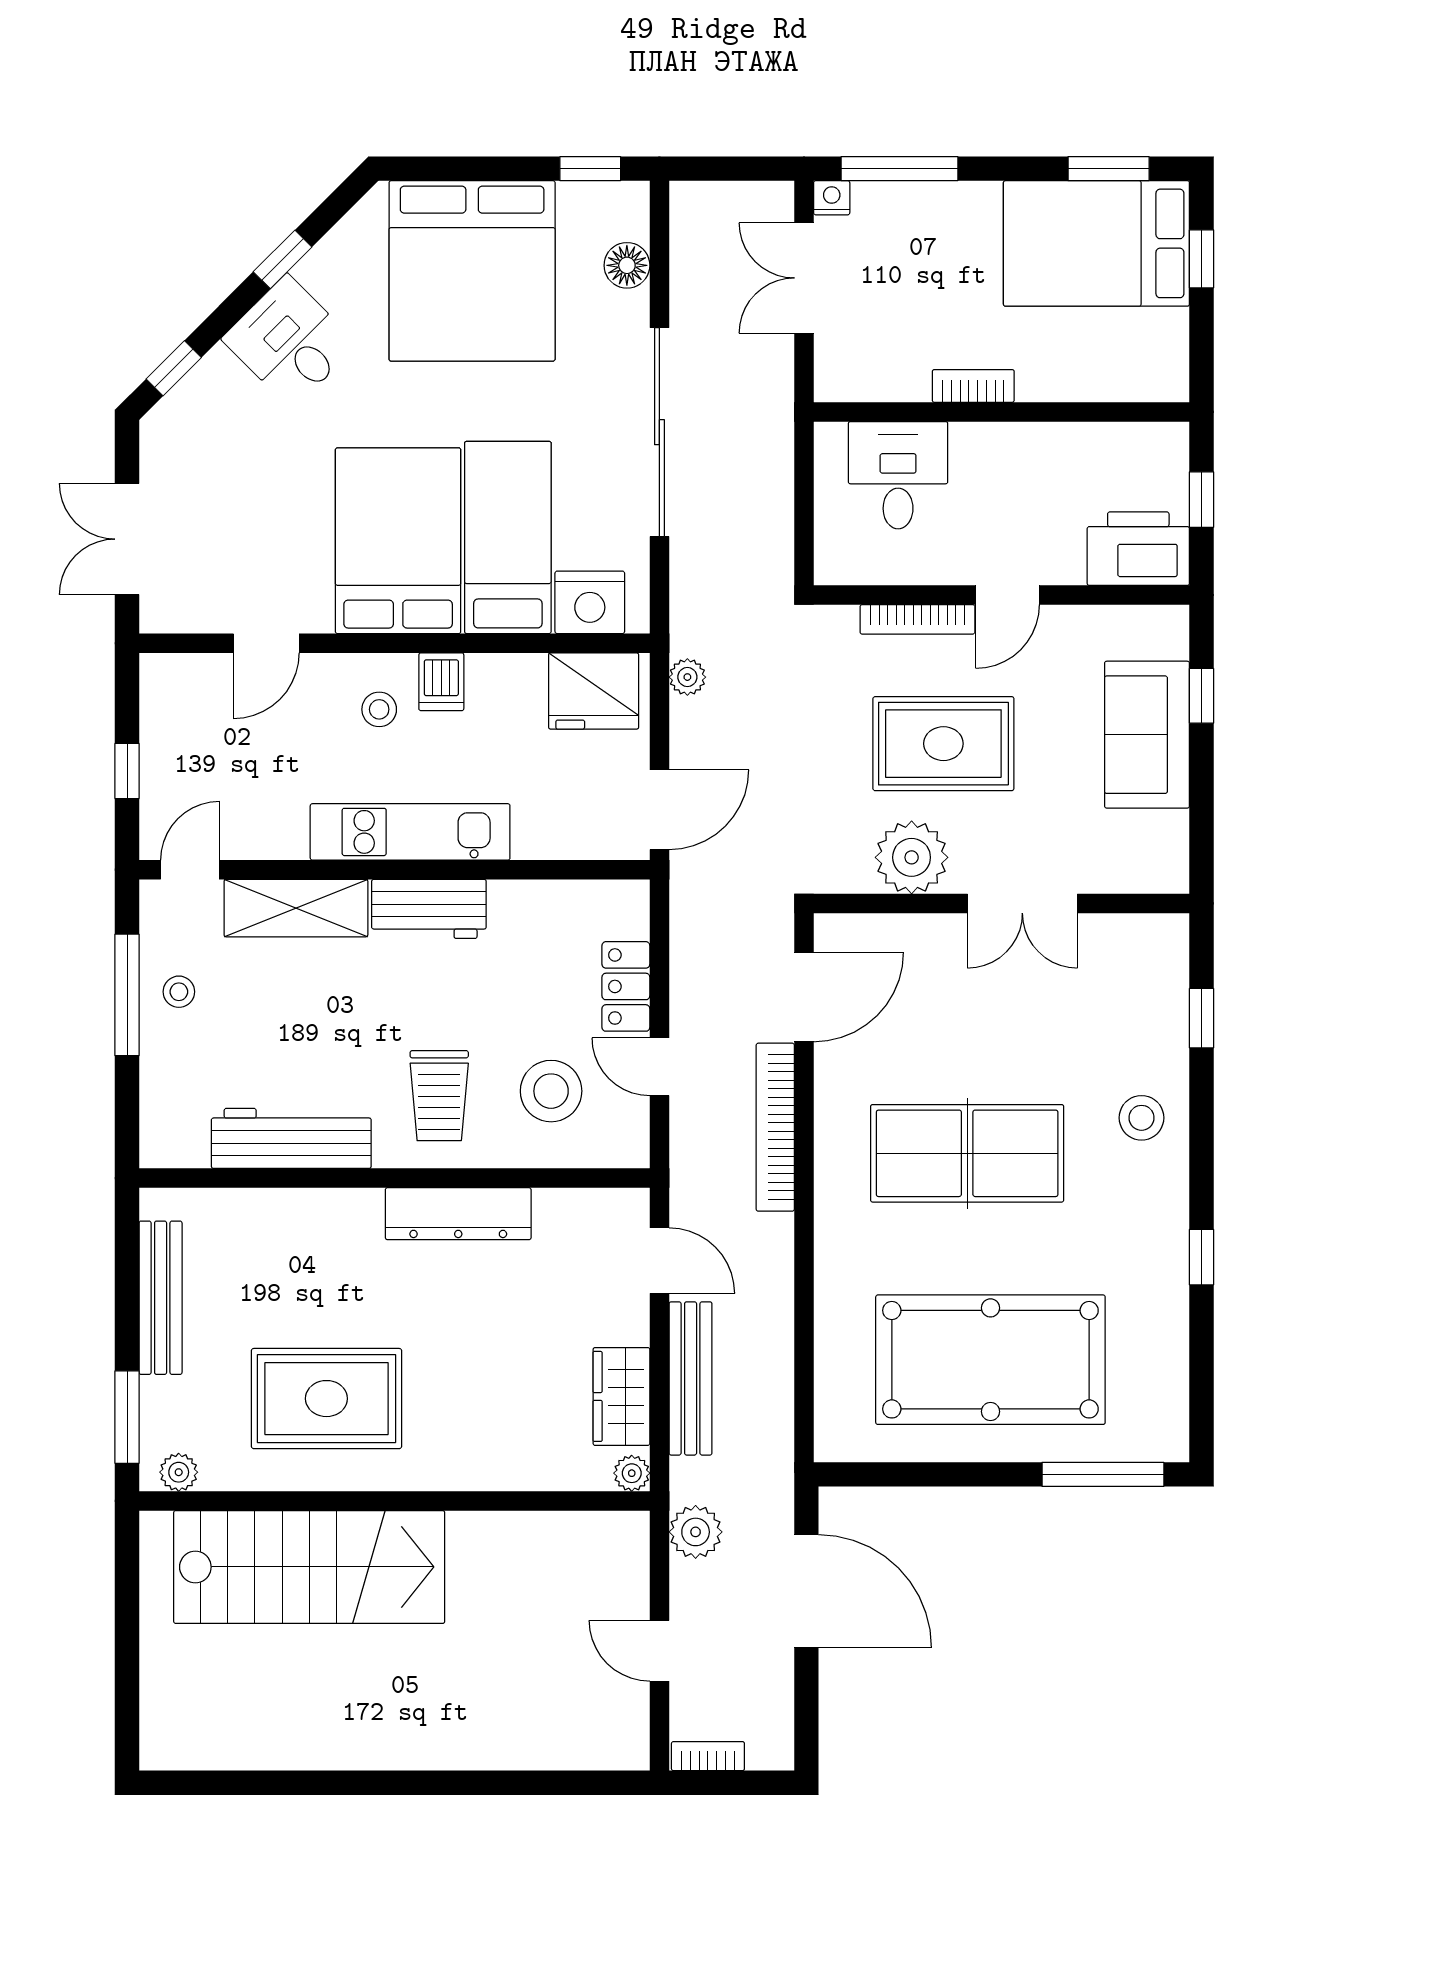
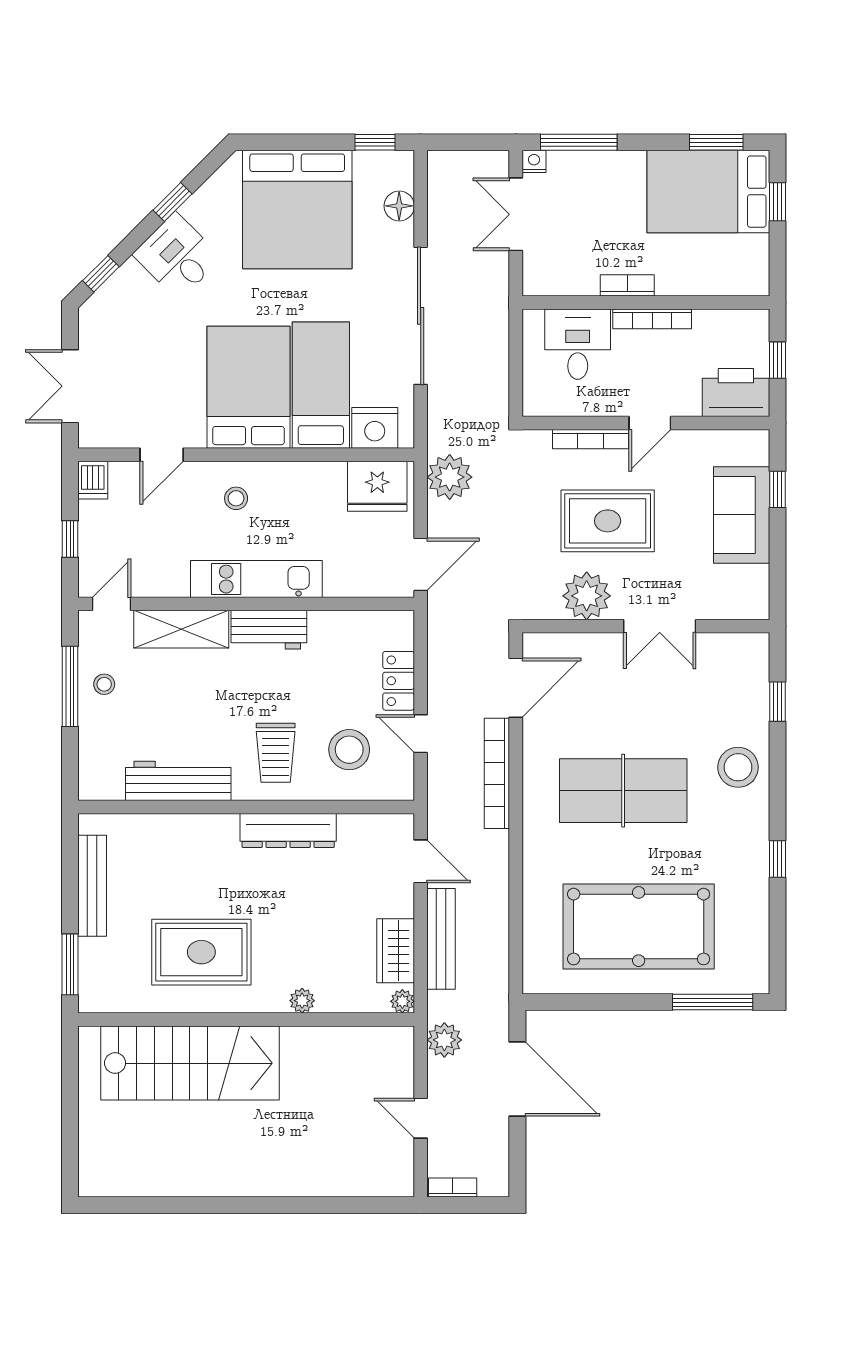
bookcase: (1011, 437) -> (652, 319), added
plant: (687, 677) -> (450, 477), width x1.88, depth x1.88
dishwasher: (441, 682) -> (93, 480), moved
stool: (1142, 1118) -> (738, 767), width x1.38, depth x1.38
plant: (179, 1472) -> (302, 1001), moved

